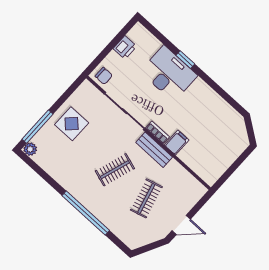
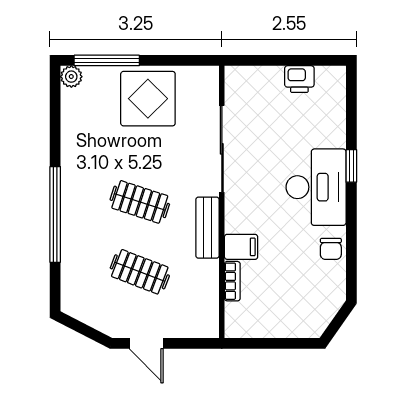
desk: (169, 74) -> (316, 187), moved
chair: (104, 76) -> (331, 249), moved
display table: (72, 124) -> (148, 99), width x1.36, depth x1.36
bookcase: (158, 132) -> (232, 281), moved
clothes rail: (146, 198) -> (140, 272), turned 36

